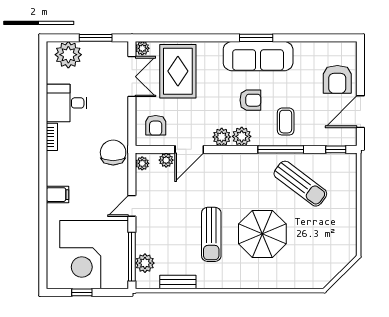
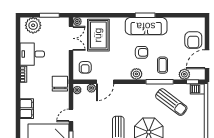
plant: (222, 137) -> (184, 74), moved
barbecue: (345, 162) -> (198, 89), added
filing cabinet: (58, 195) -> (27, 109), width x2.00

